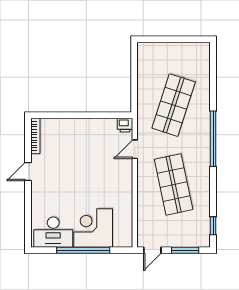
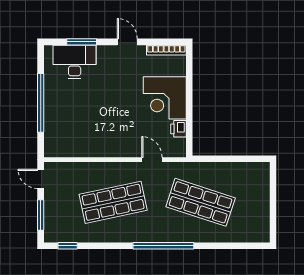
printer: (125, 125) -> (178, 129), moved
window: (28, 213) -> (82, 42), added
corner desk: (93, 228) -> (165, 98), moved, turned 180
desk: (53, 232) -> (75, 62), moved, turned 90

